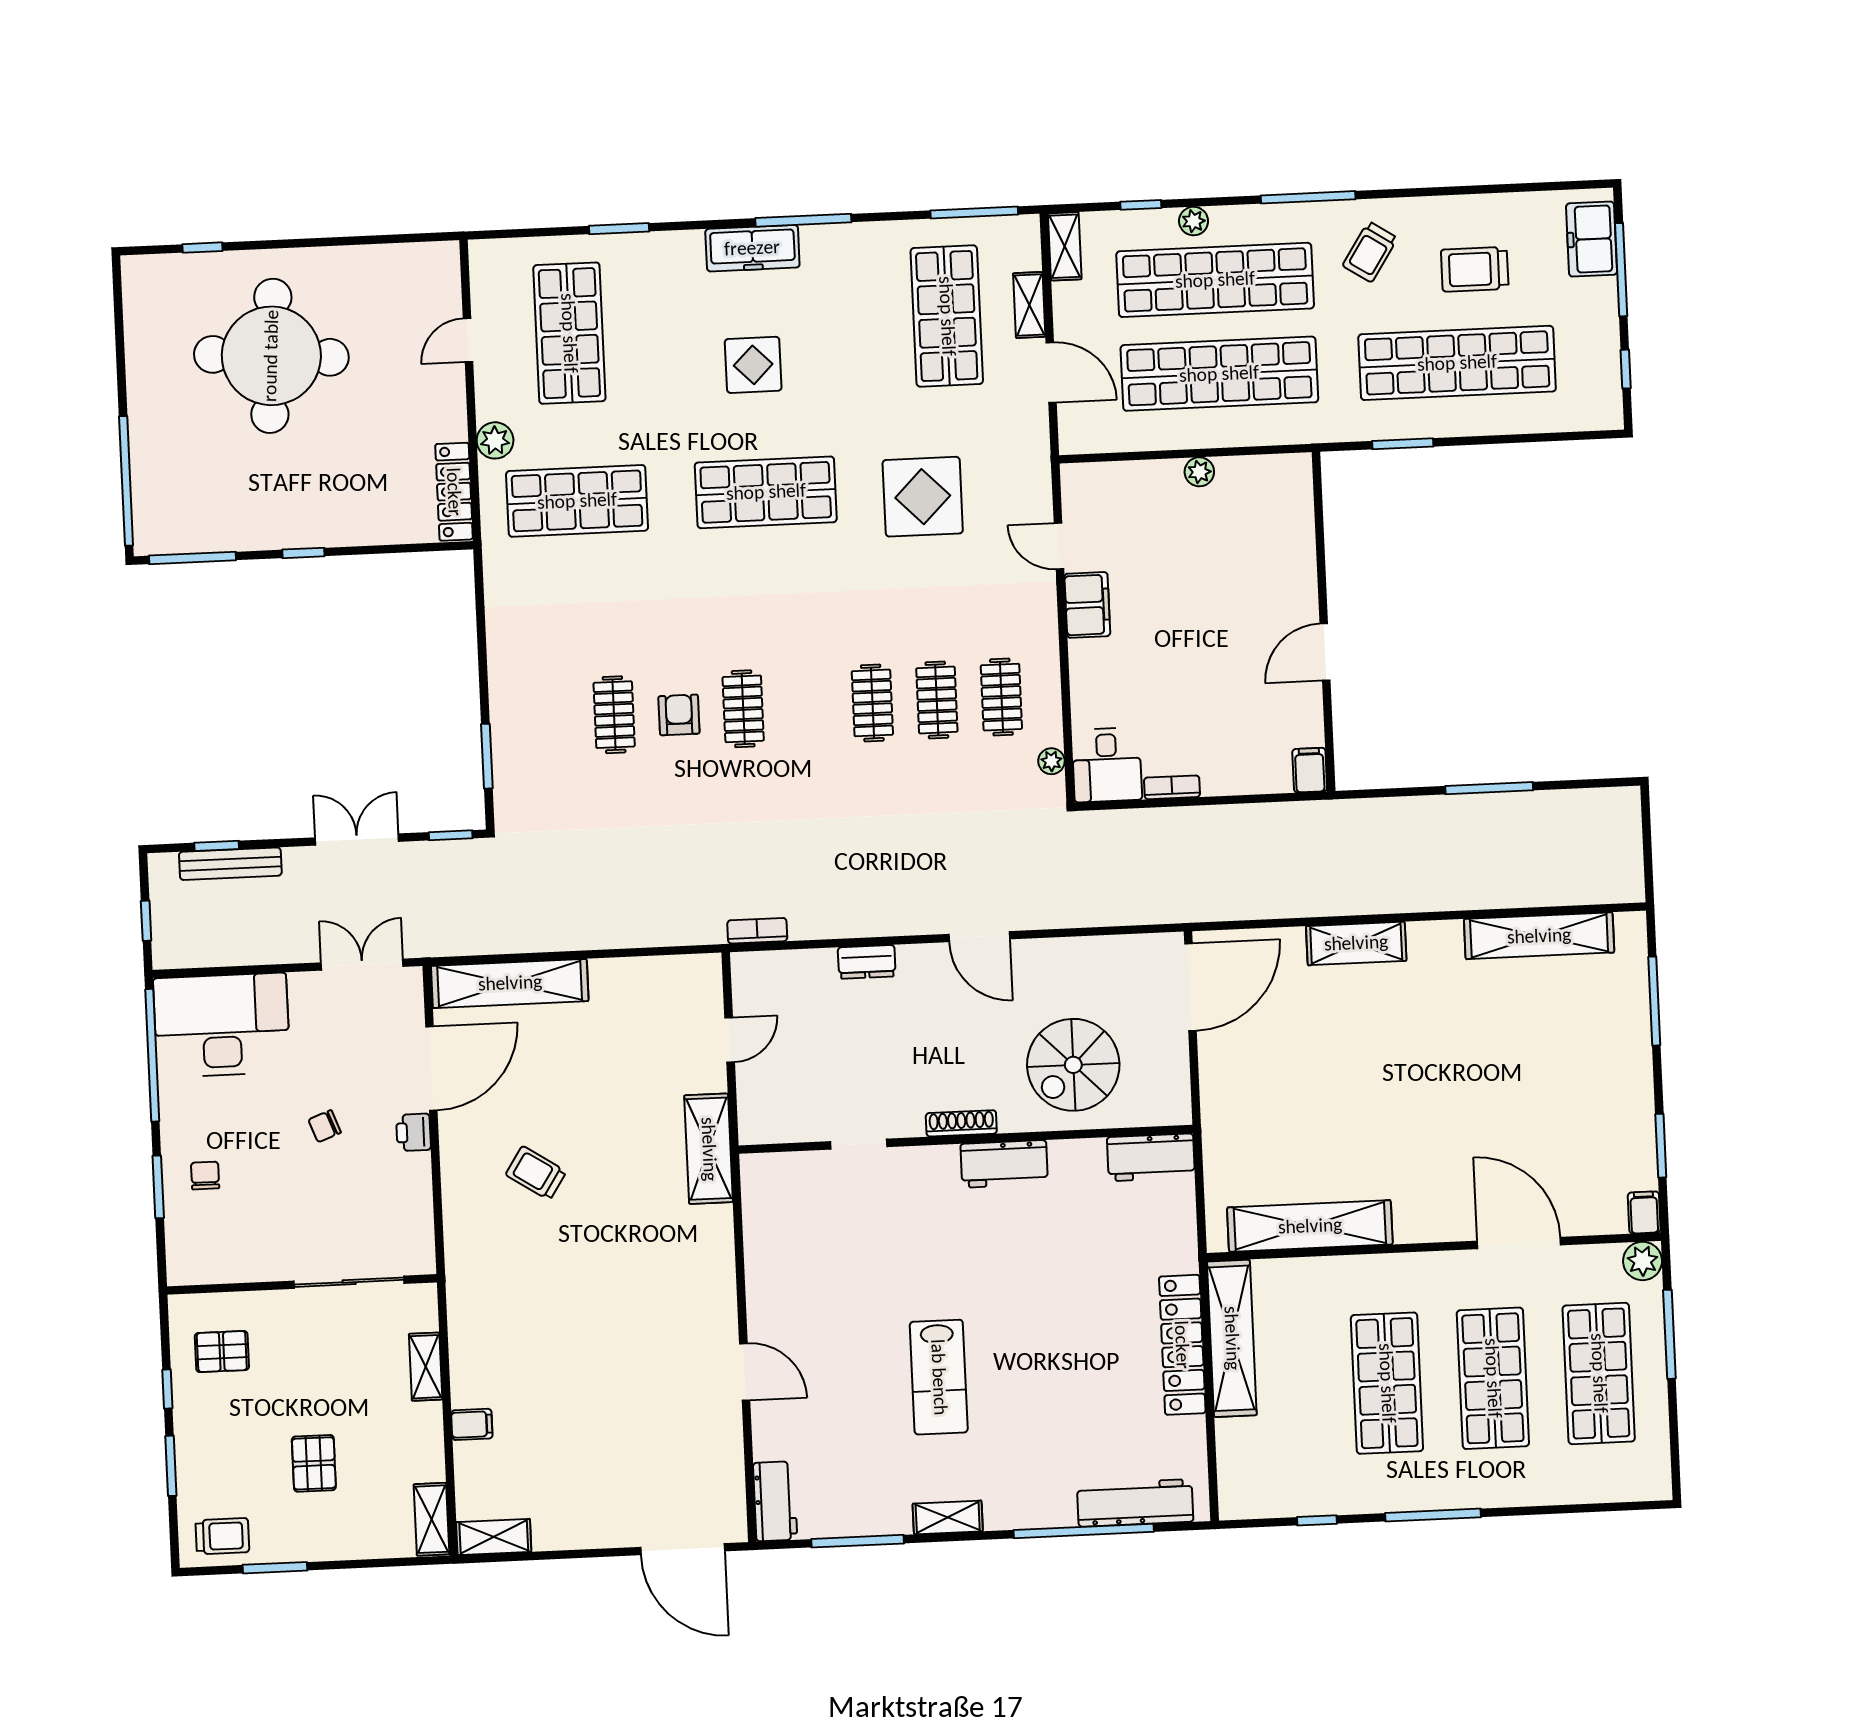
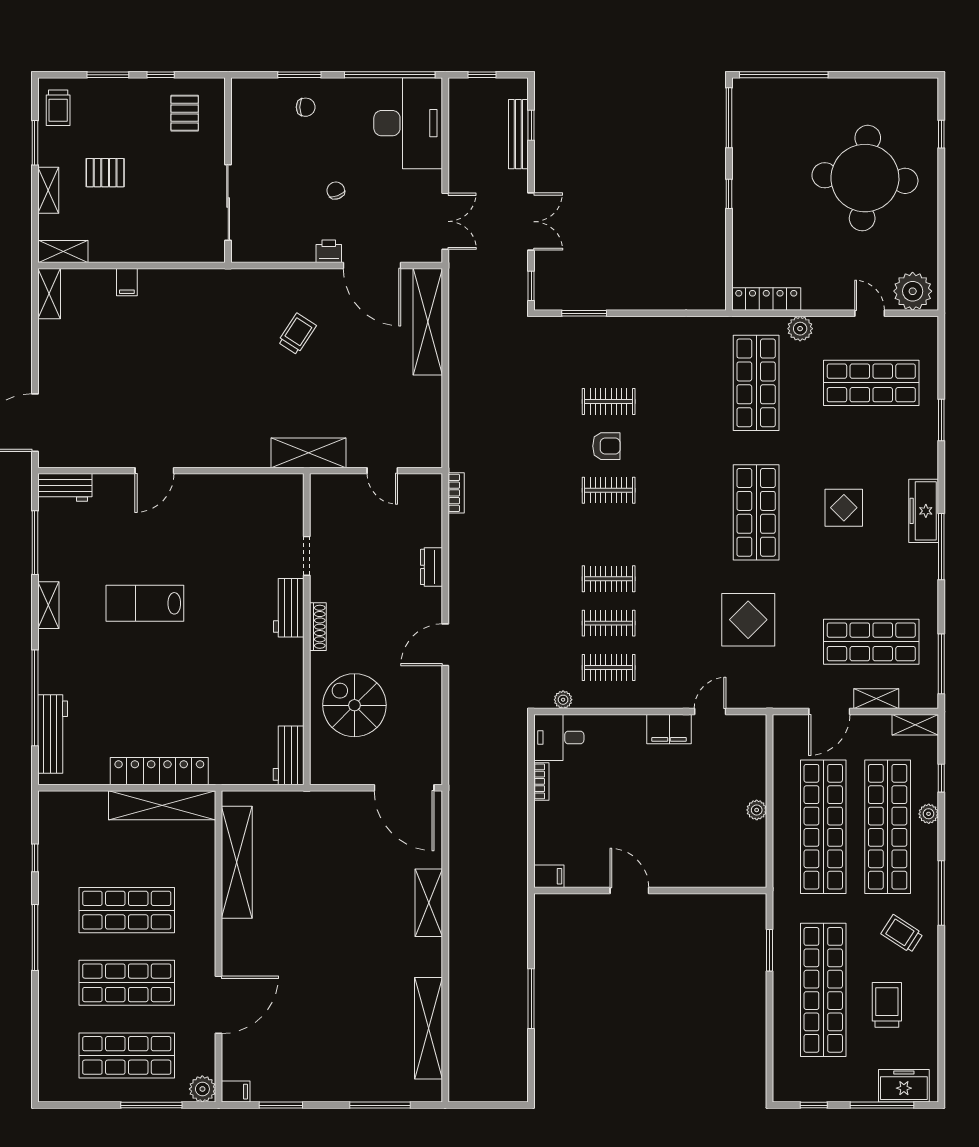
plant: (433, 279) -> (913, 291), added
workbench: (1004, 1164) -> (289, 608), moved
shelving: (426, 1367) -> (48, 190), moved, turned 90

